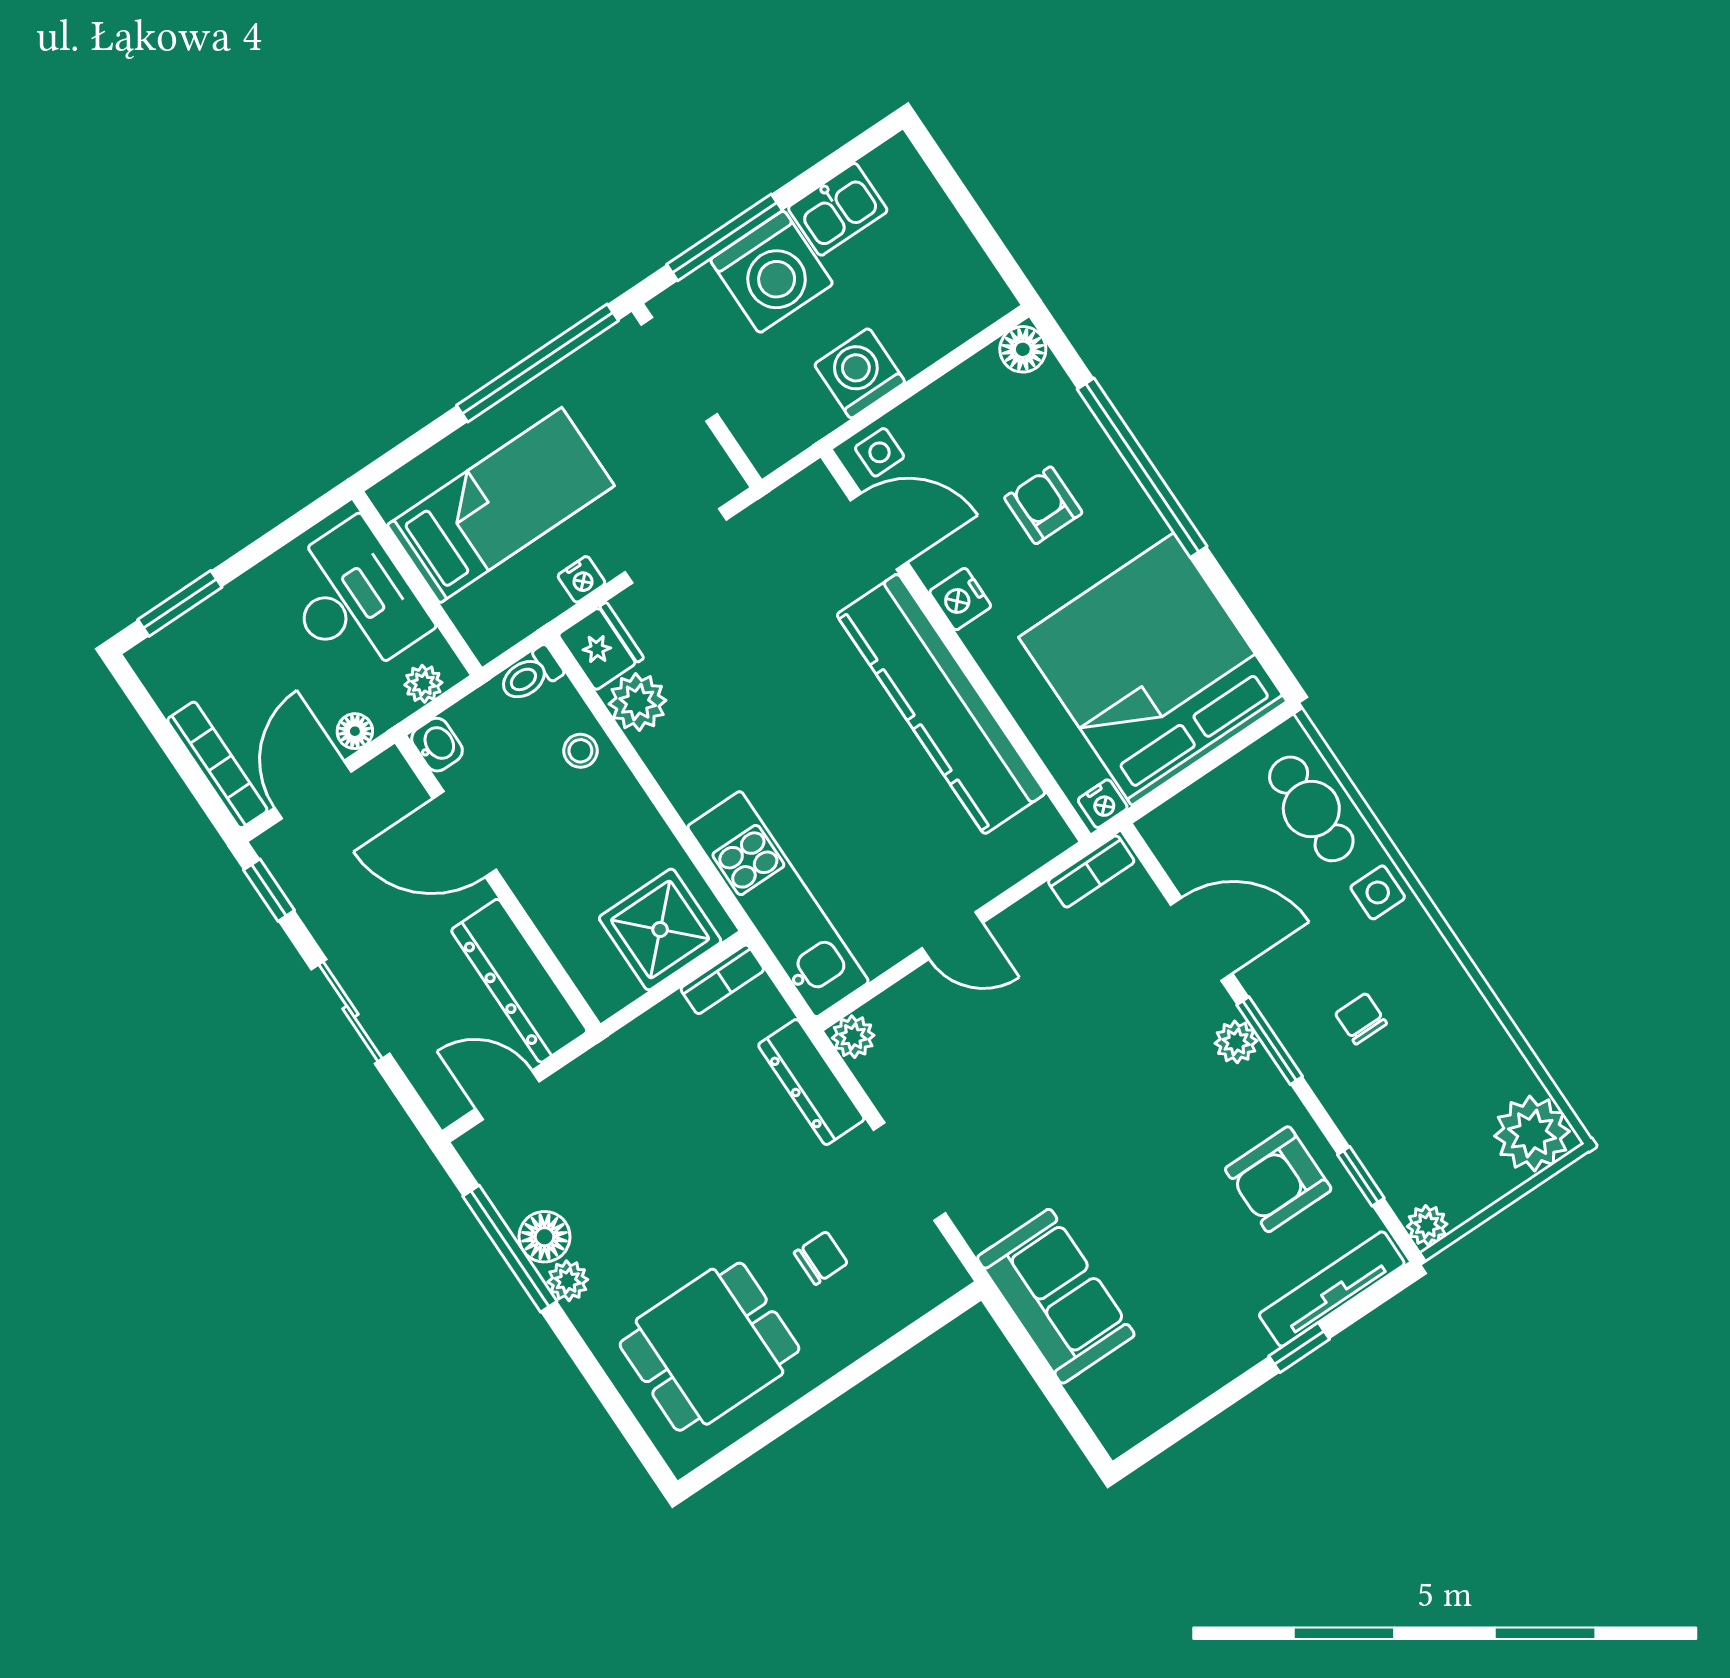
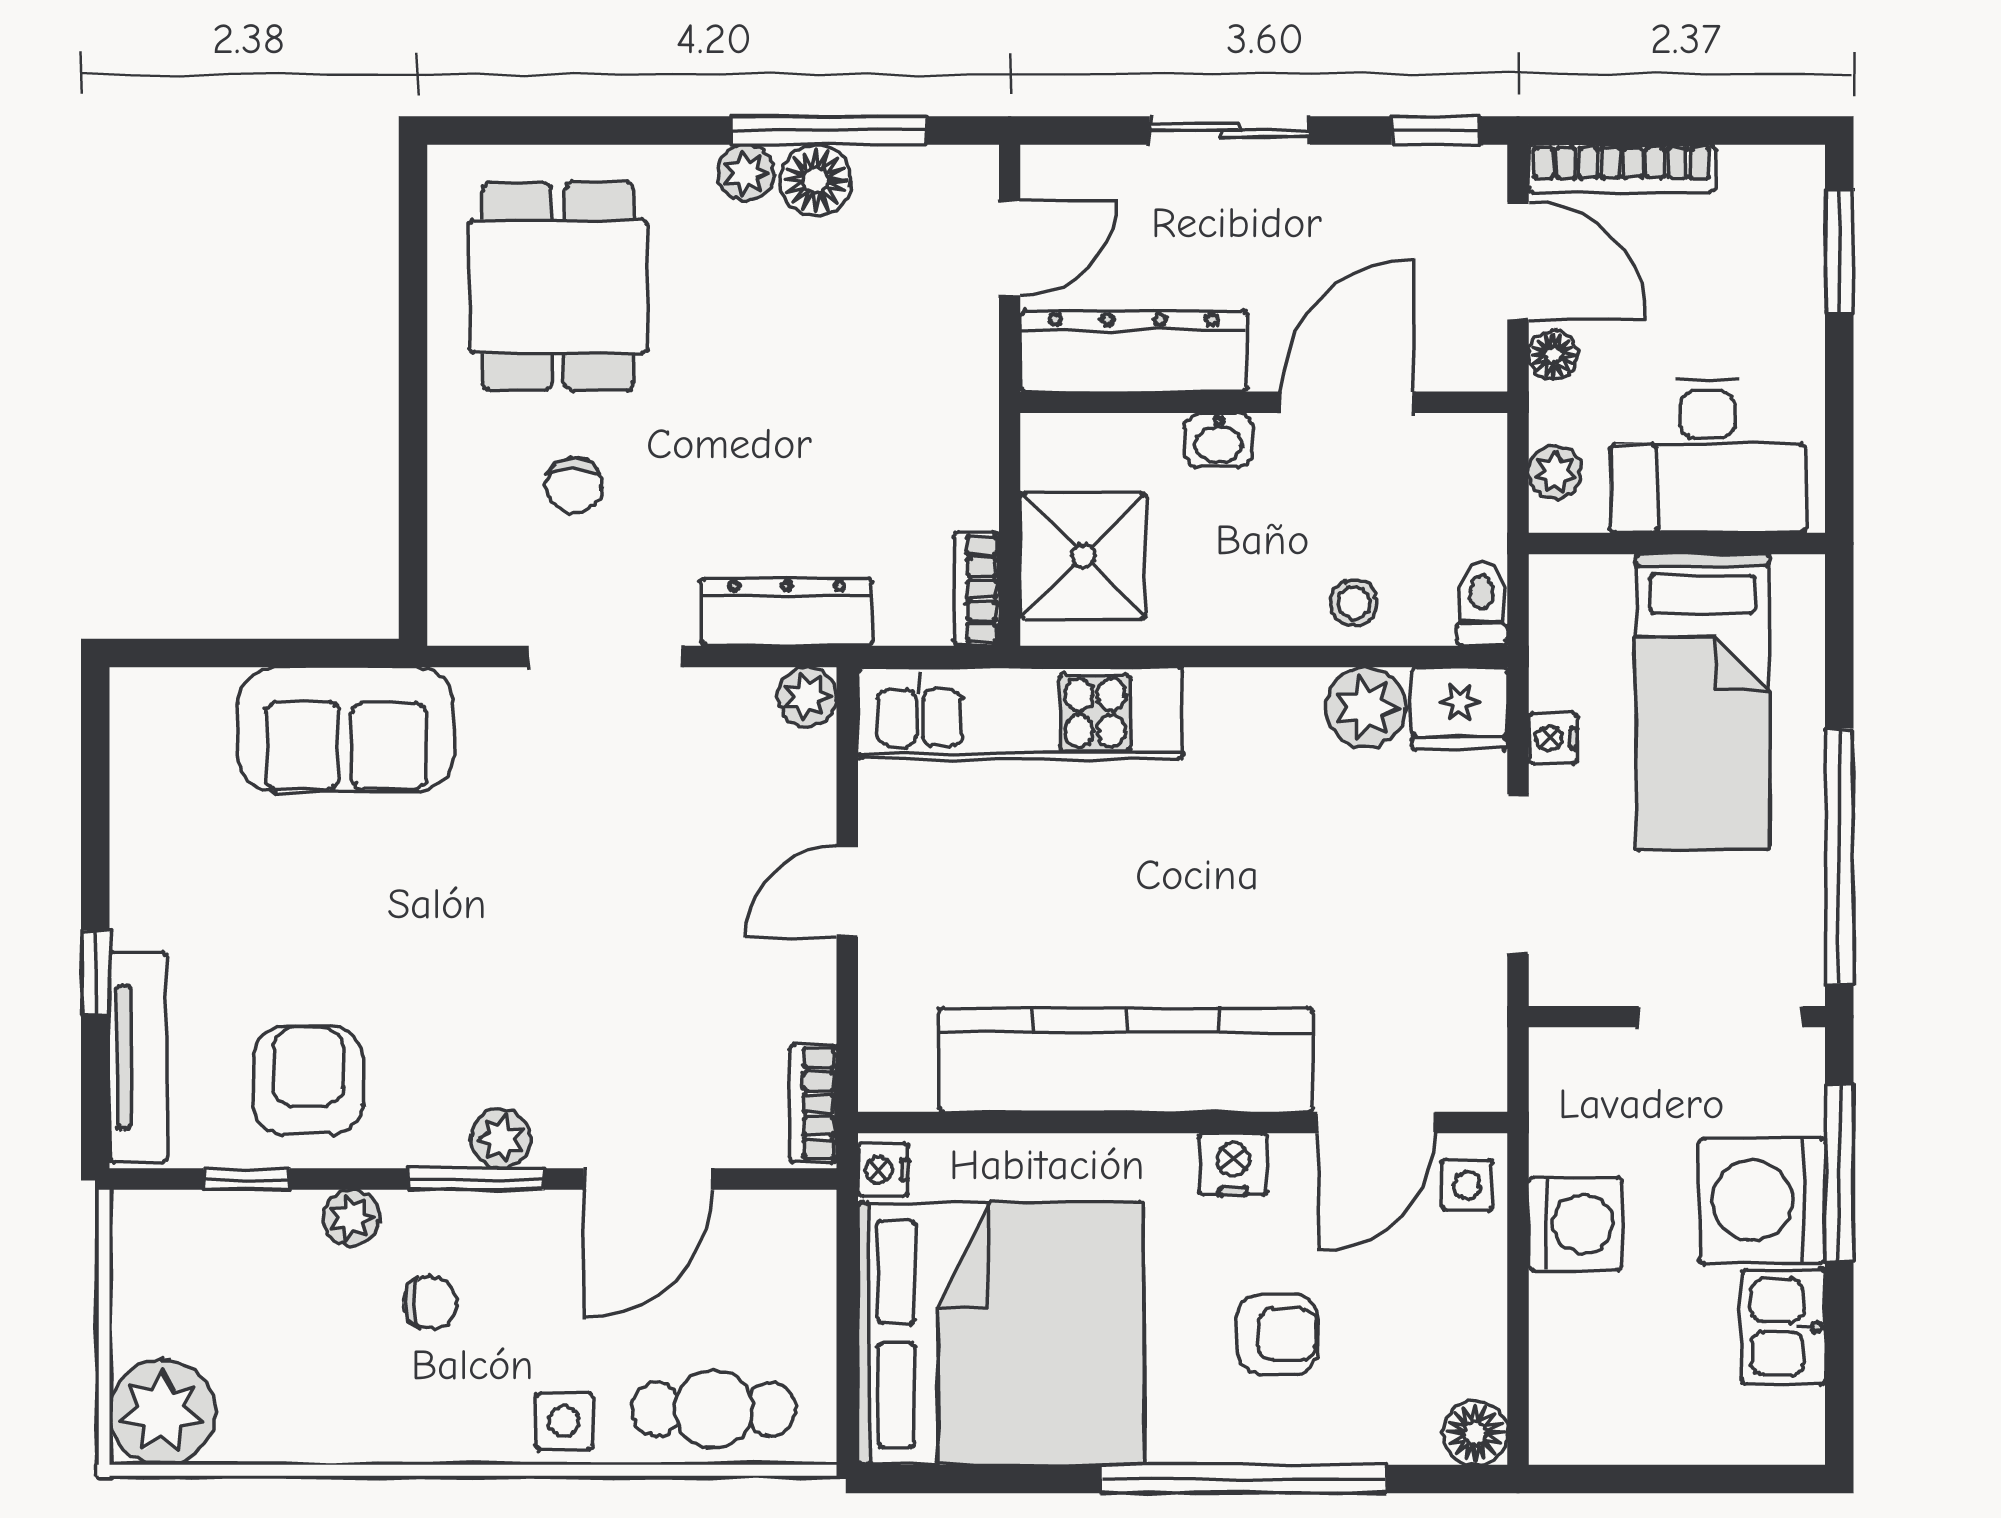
washbasin: (437, 745) -> (1219, 440), moved
plant: (1427, 1225) -> (352, 1218), moved

